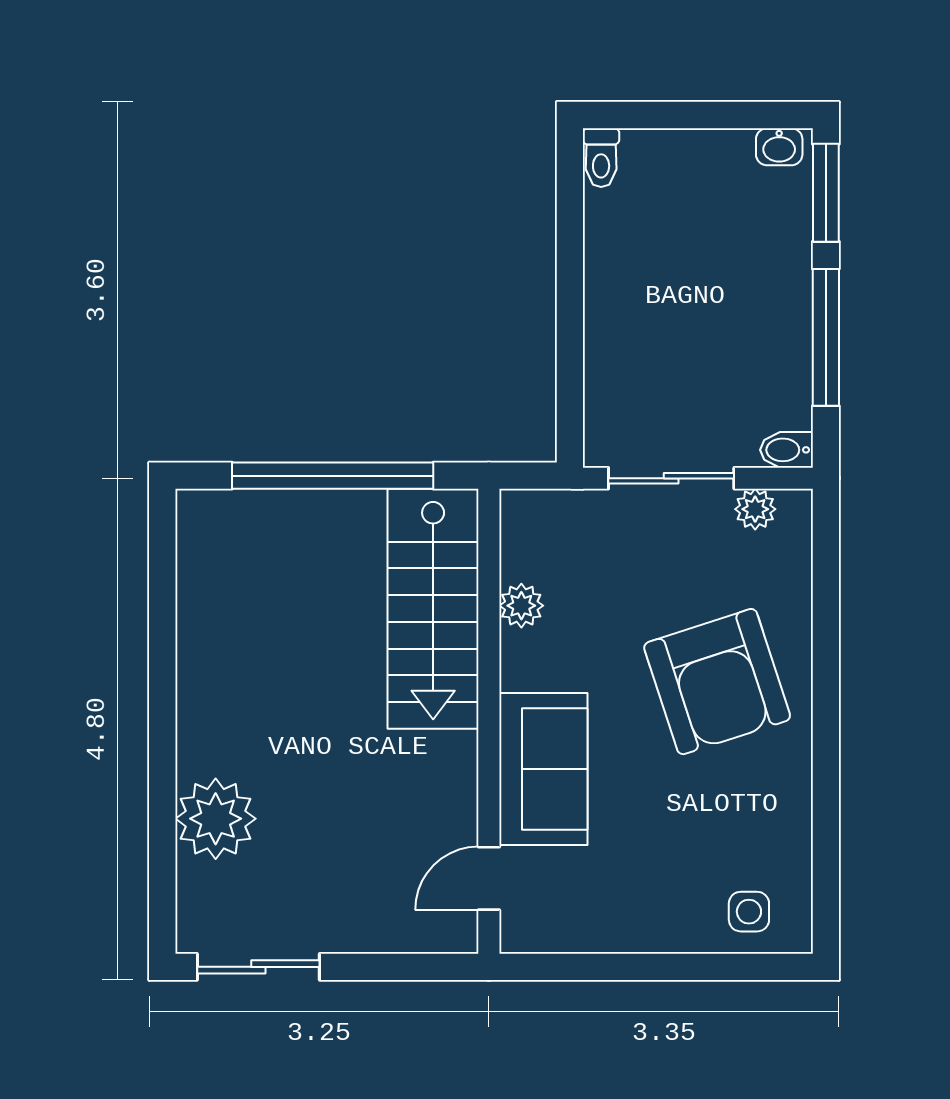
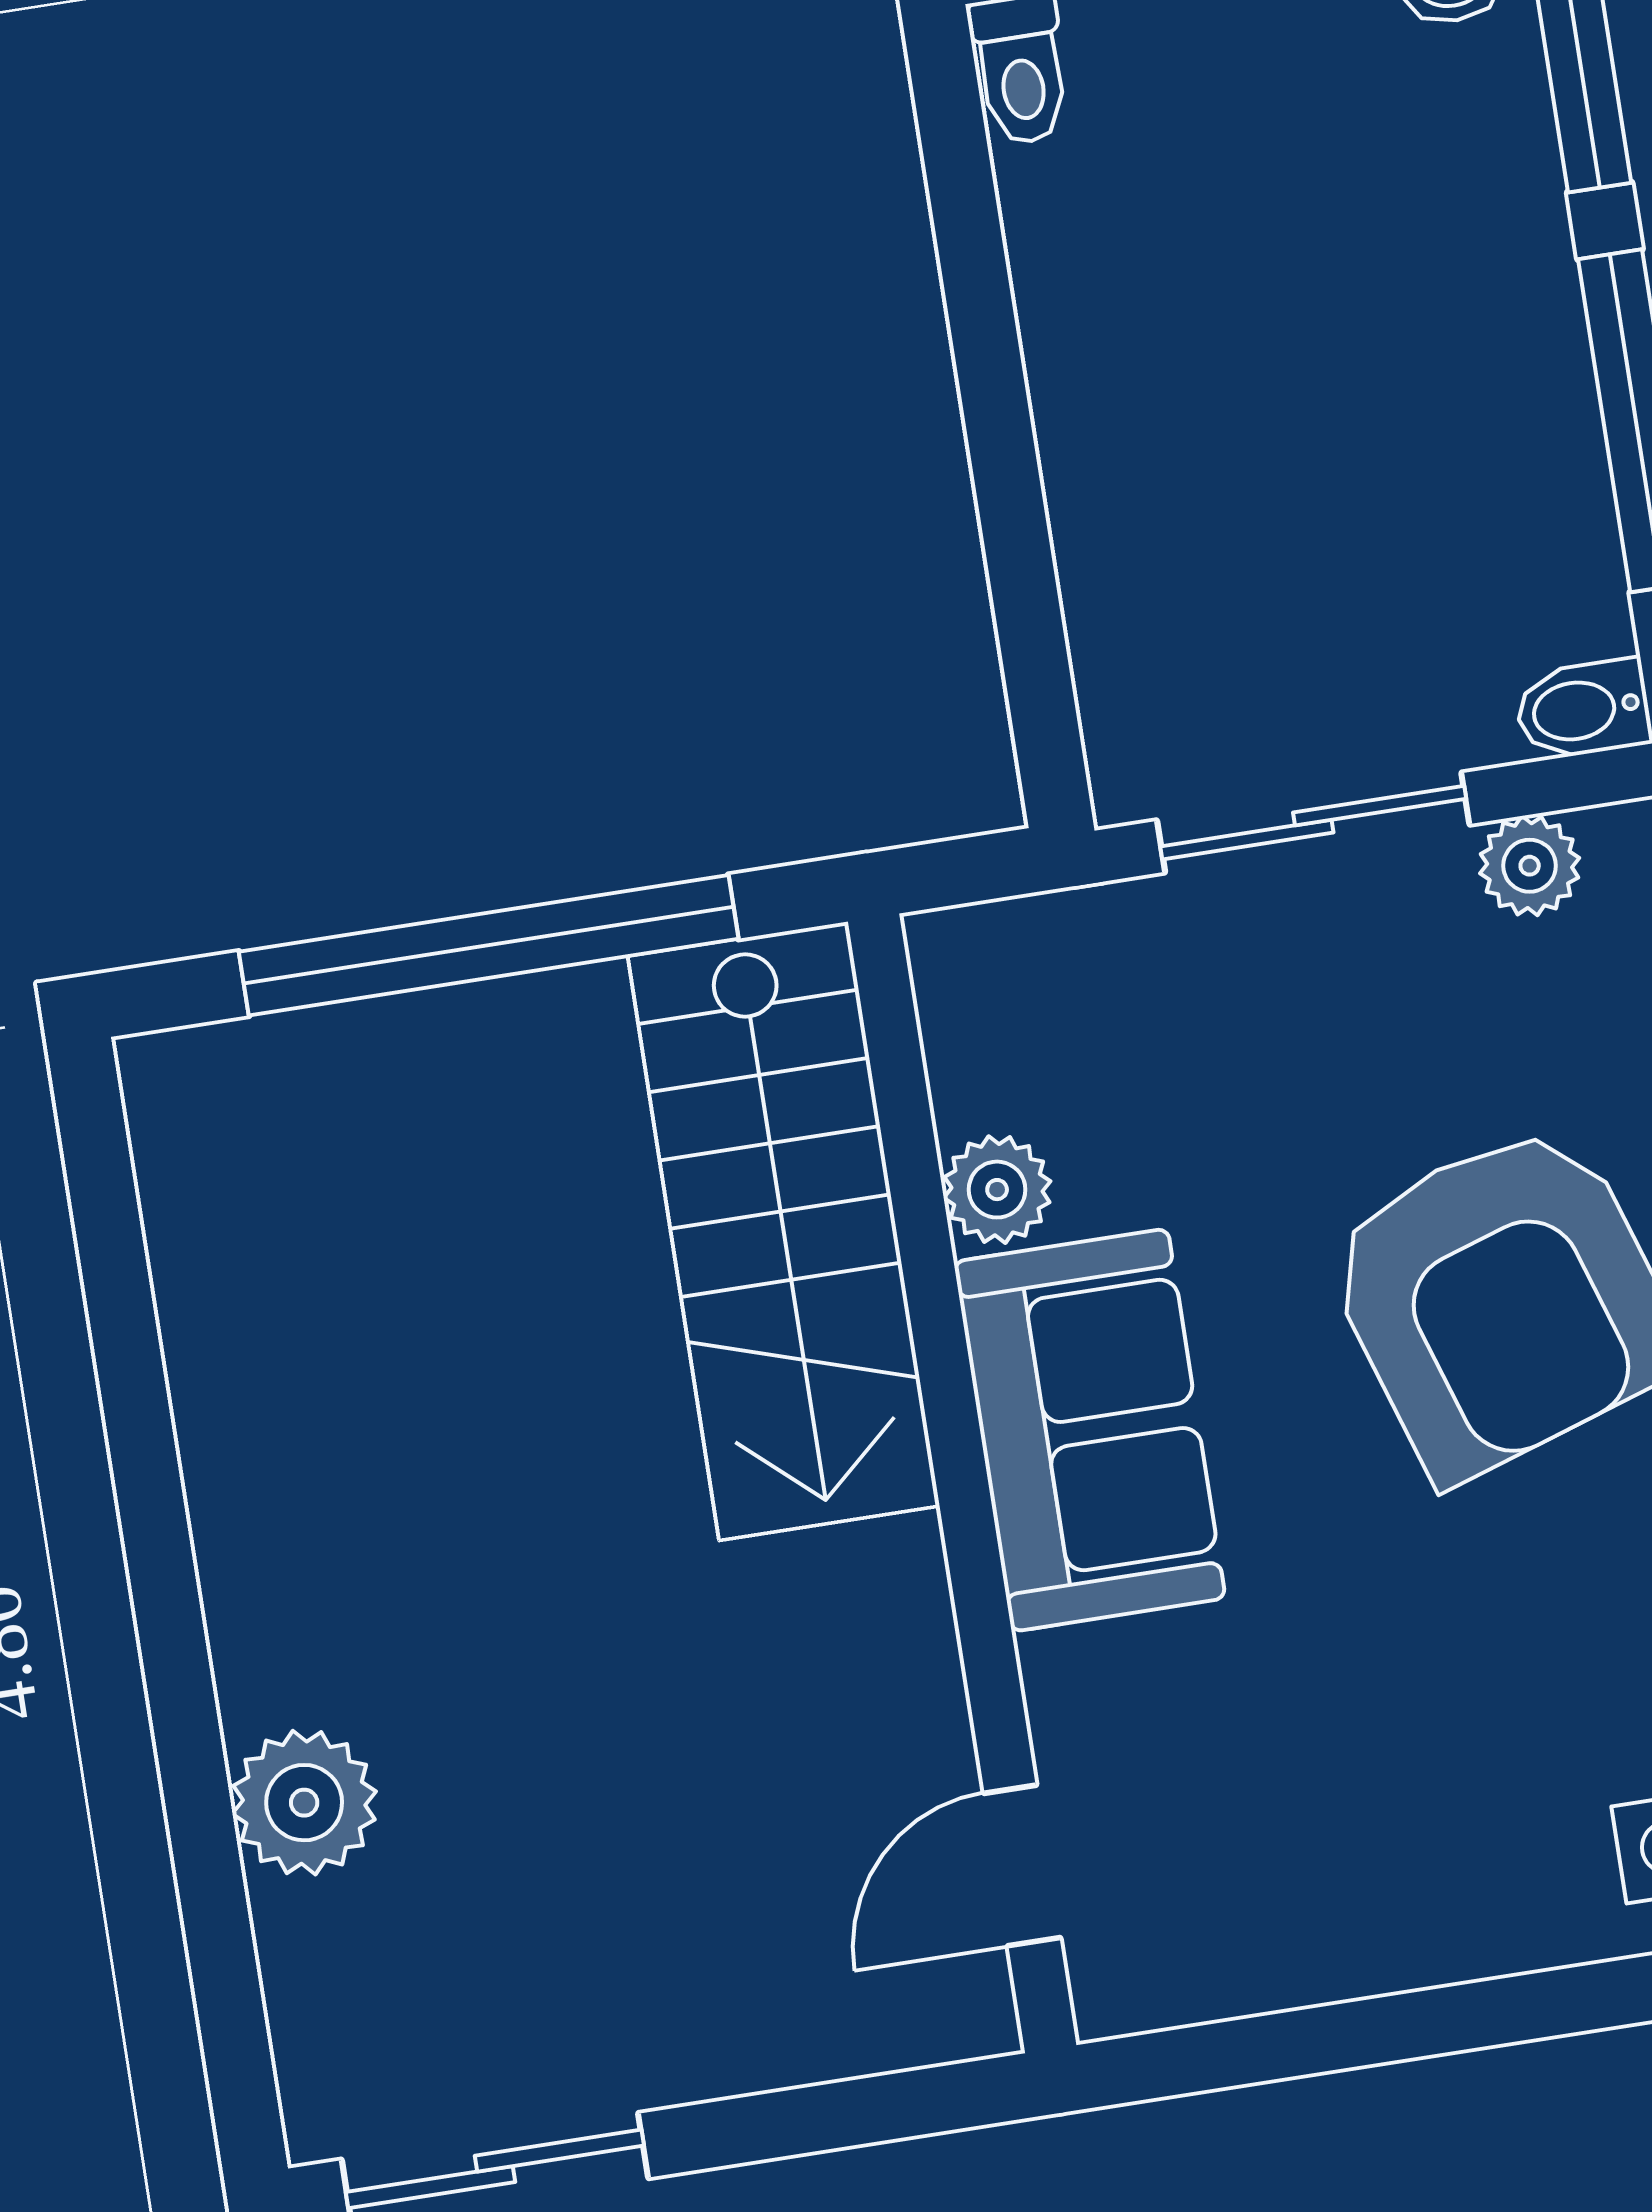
sofa: (543, 769) -> (1090, 1430), moved
plant: (216, 819) -> (304, 1803), width x0.73, depth x0.73

